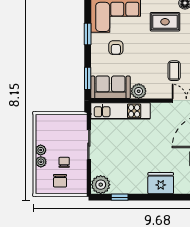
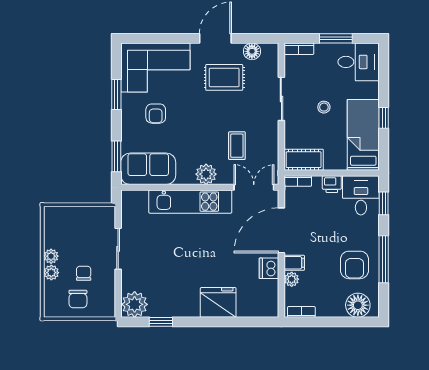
plant: (139, 91) -> (206, 174), moved
kitchen unit: (120, 111) -> (190, 202), moved

